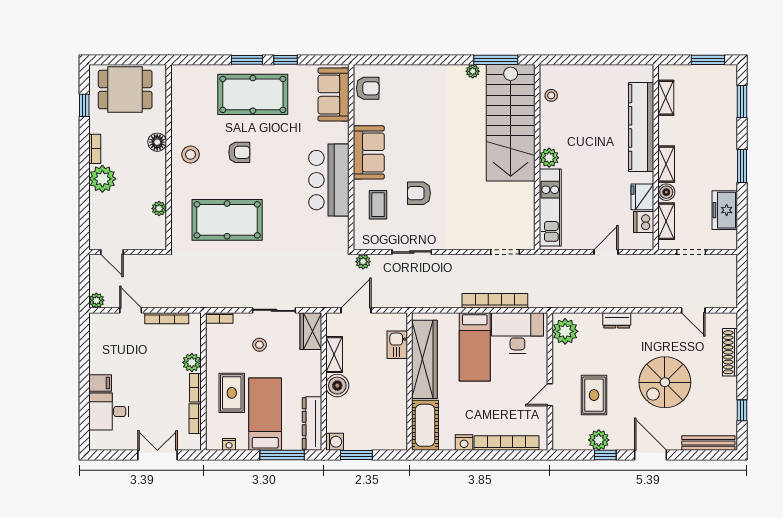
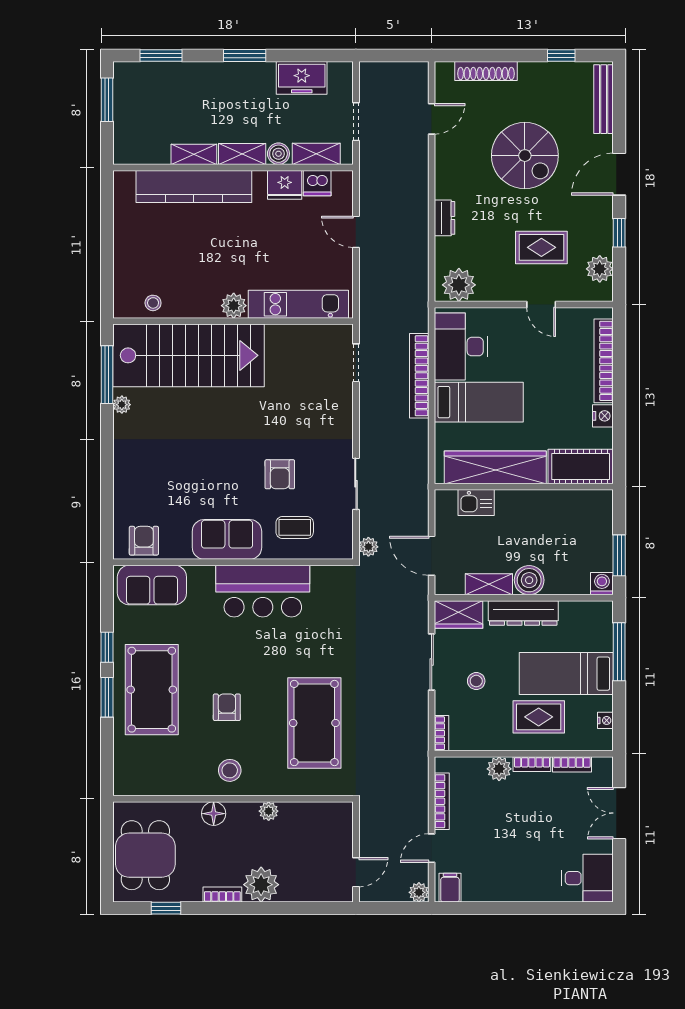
shelving: (666, 98) -> (194, 154), moved
plant: (159, 208) -> (269, 811), moved
filing cabinet: (100, 383) -> (450, 888), moved
desk: (109, 412) -> (587, 878), moved, turned -90
dresser: (312, 423) -> (523, 613), moved
plant: (599, 440) -> (600, 269), moved

